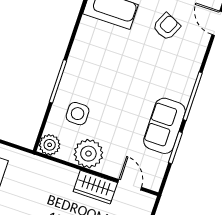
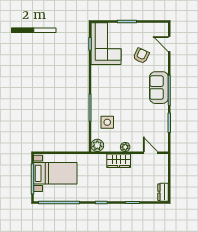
sofa: (164, 126) -> (159, 88), moved
plant: (88, 154) -> (125, 147), width x0.53, depth x0.53
wardrobe: (95, 187) -> (119, 161), moved

